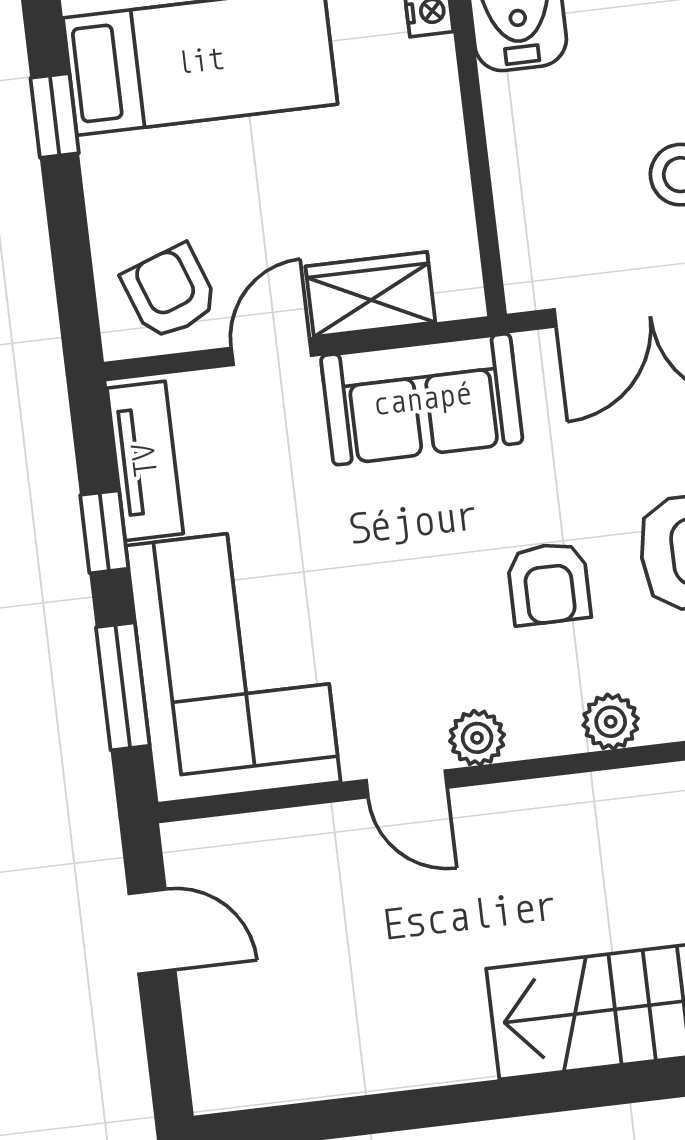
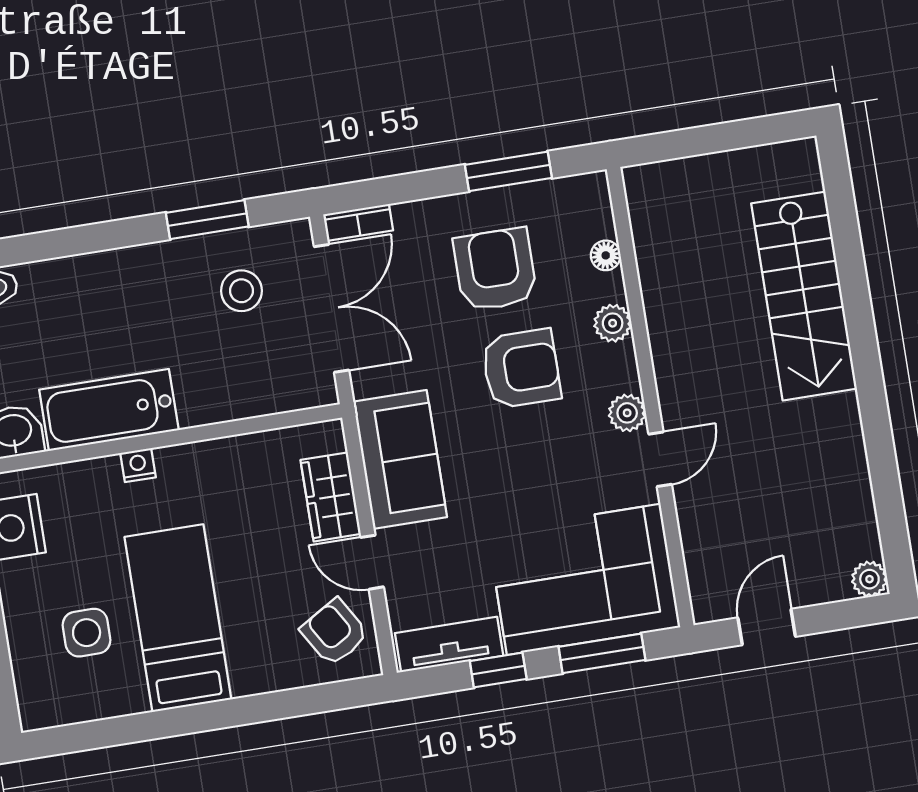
window: (55, 116) -> (219, 715), removed
armchair: (170, 292) -> (335, 632), turned 79
armchair: (549, 584) -> (521, 369), width x1.38, depth x1.38
plant: (217, 1087) -> (869, 579), added

